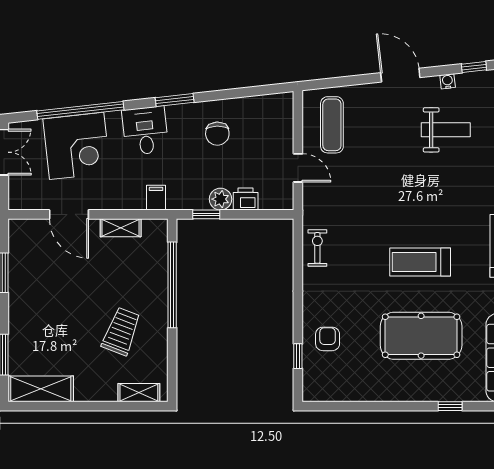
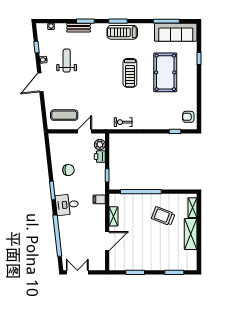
corner desk: (77, 146) -> (74, 237), removed
plant: (220, 199) -> (100, 145), moved
armchair: (328, 339) -> (188, 117), moved
shelving: (41, 389) -> (191, 234), moved

